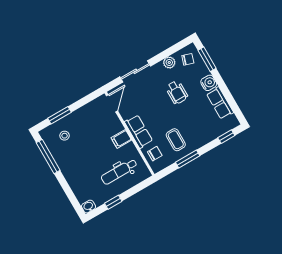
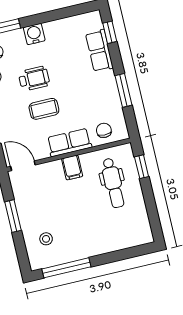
row of seats: (220, 103) -> (99, 51), moved, turned 90
window: (60, 115) -> (13, 216), moved
coffee table: (176, 140) -> (44, 109), moved
window: (113, 202) -> (142, 167), moved
washbasin: (89, 207) -> (146, 235), removed

